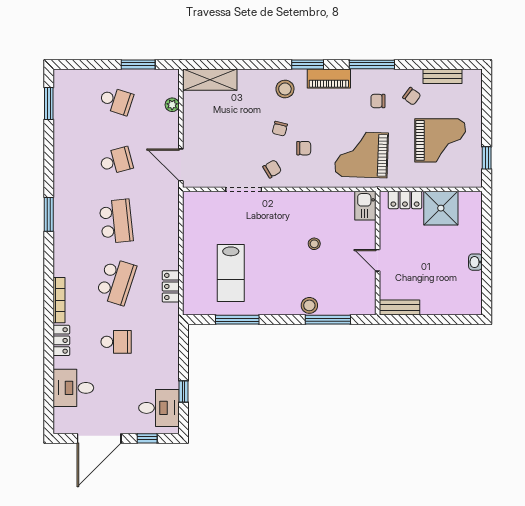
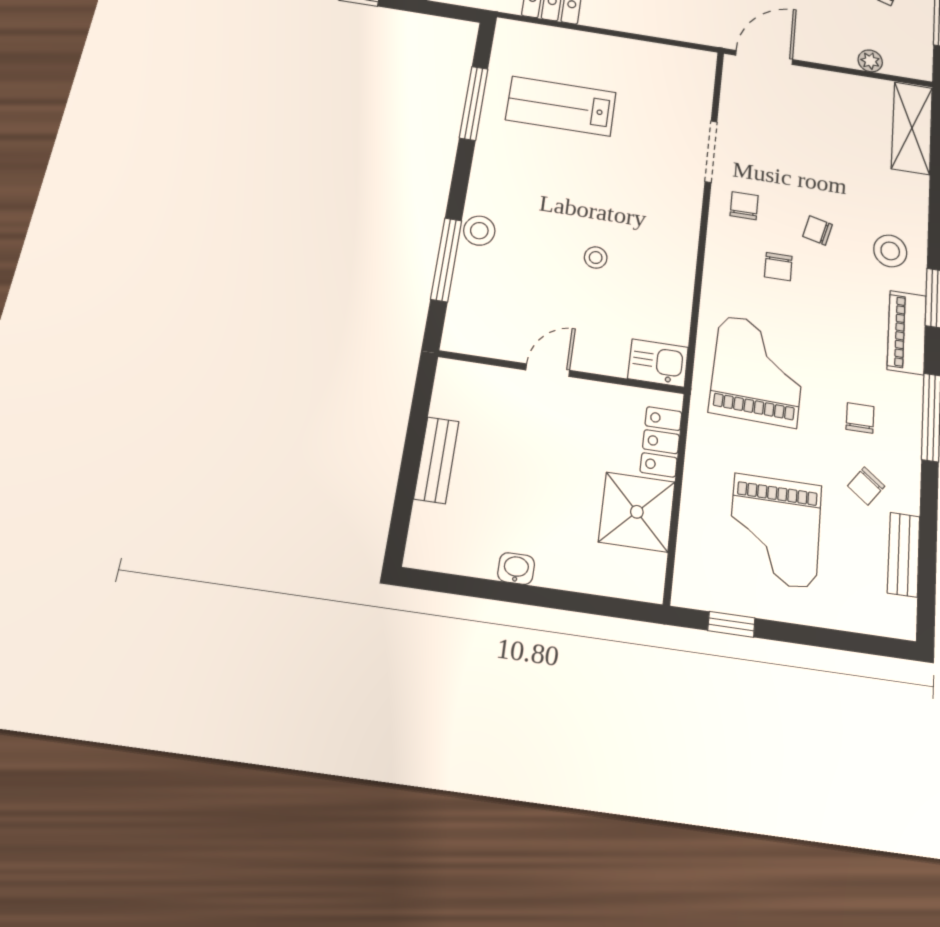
chair: (272, 169) -> (744, 206), turned -149
bench: (400, 308) -> (436, 460), moved

